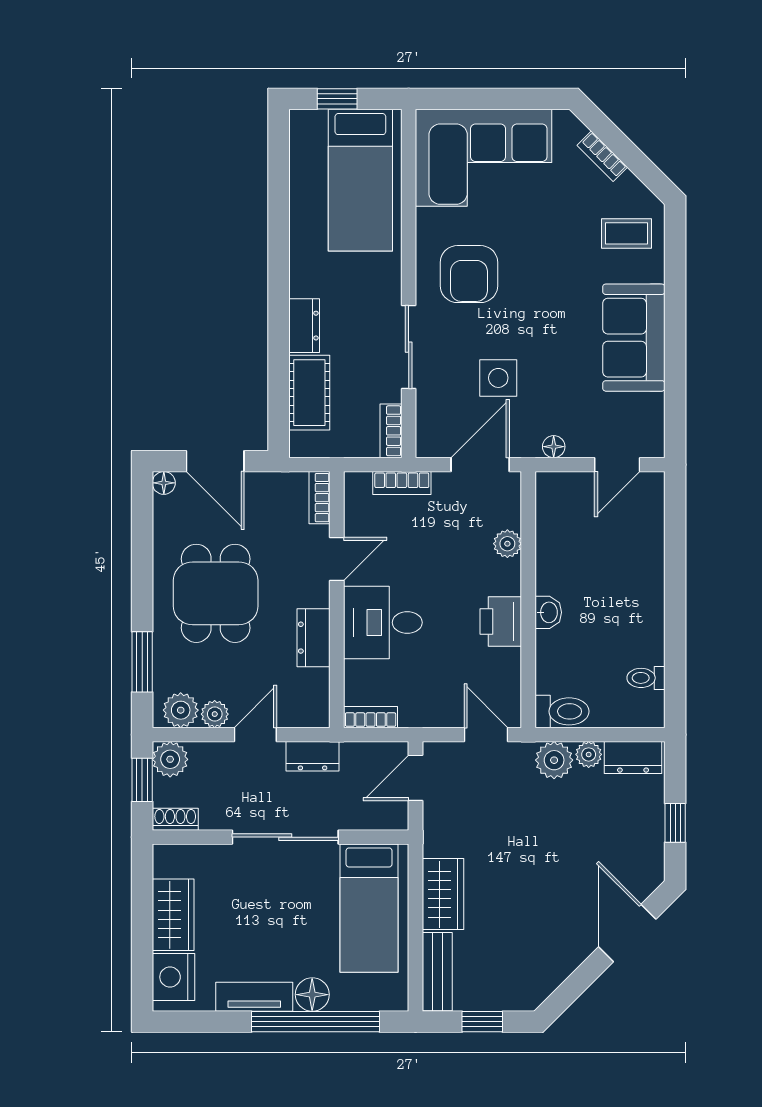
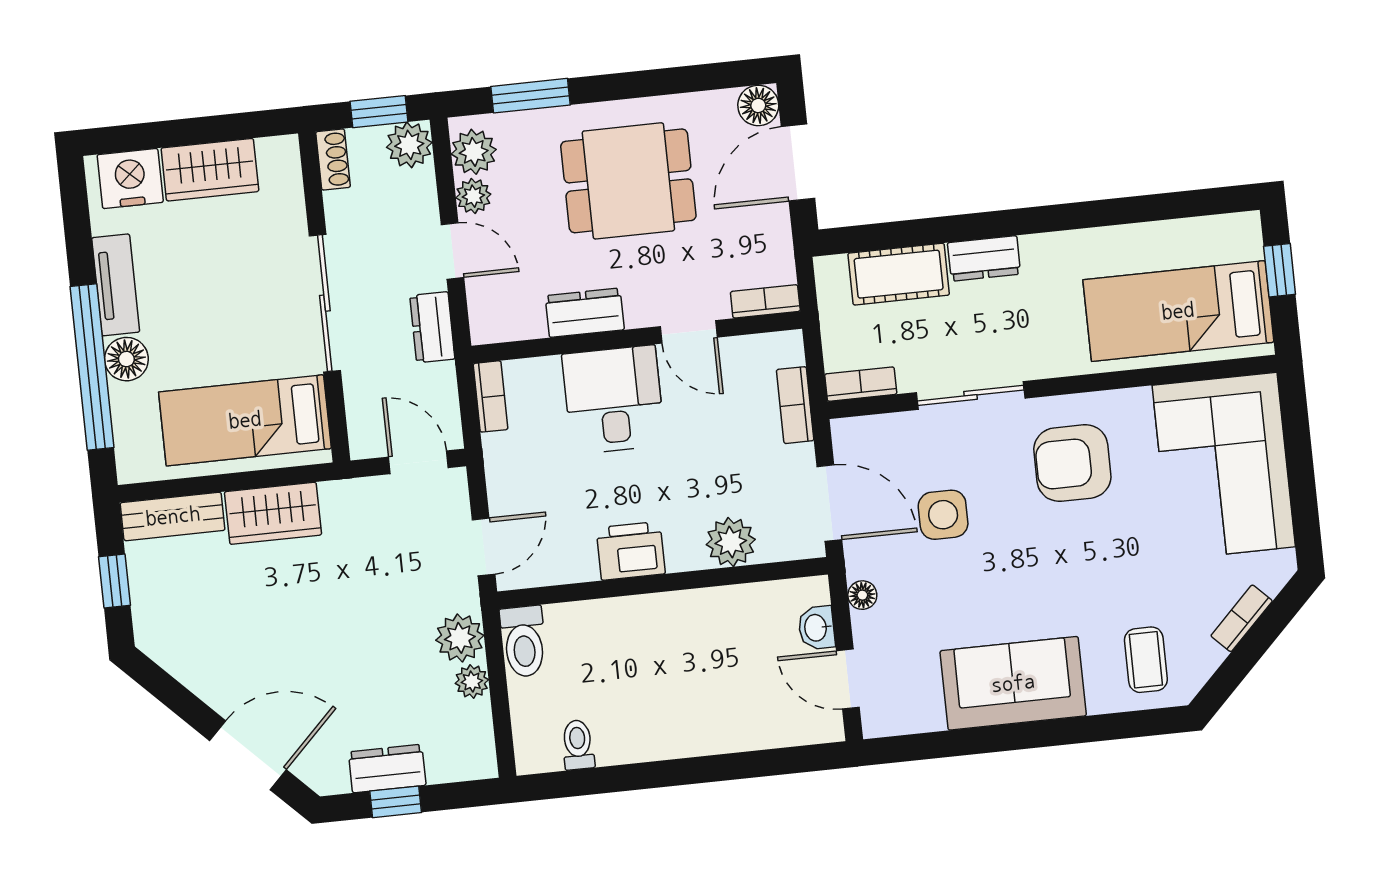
floor lamp: (164, 483) -> (758, 105), width x1.37, depth x1.37
plant: (507, 544) -> (731, 542), width x1.38, depth x1.38
washbasin: (548, 612) -> (816, 628), moved, turned 90
dresser: (633, 758) -> (387, 769), moved, turned 90

